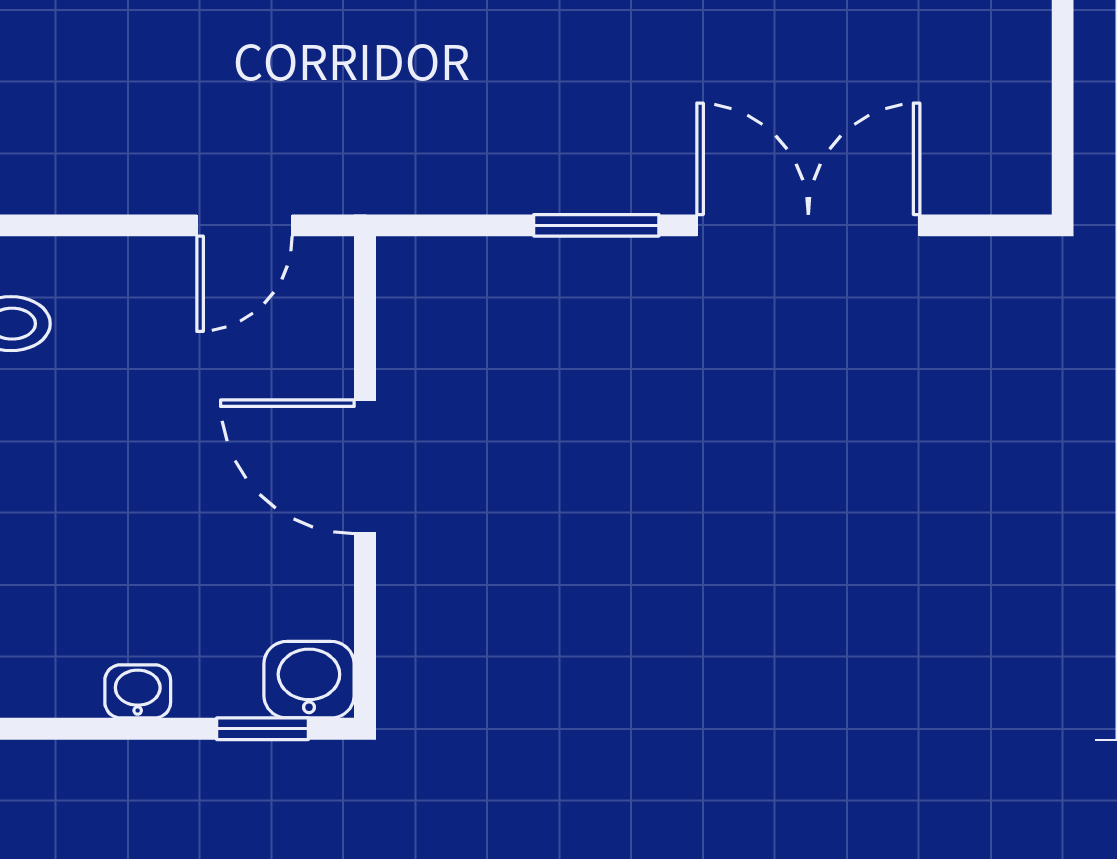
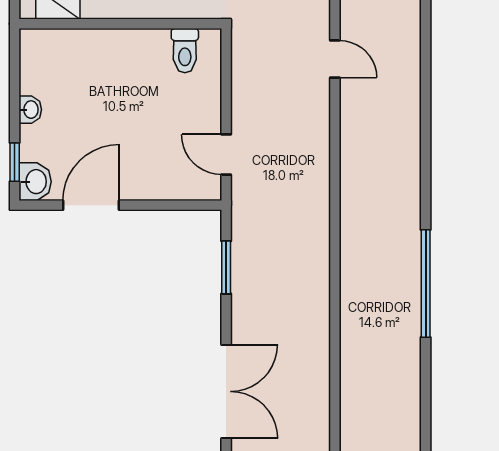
window: (596, 225) -> (226, 267), moved
door: (365, 467) -> (91, 205), moved

